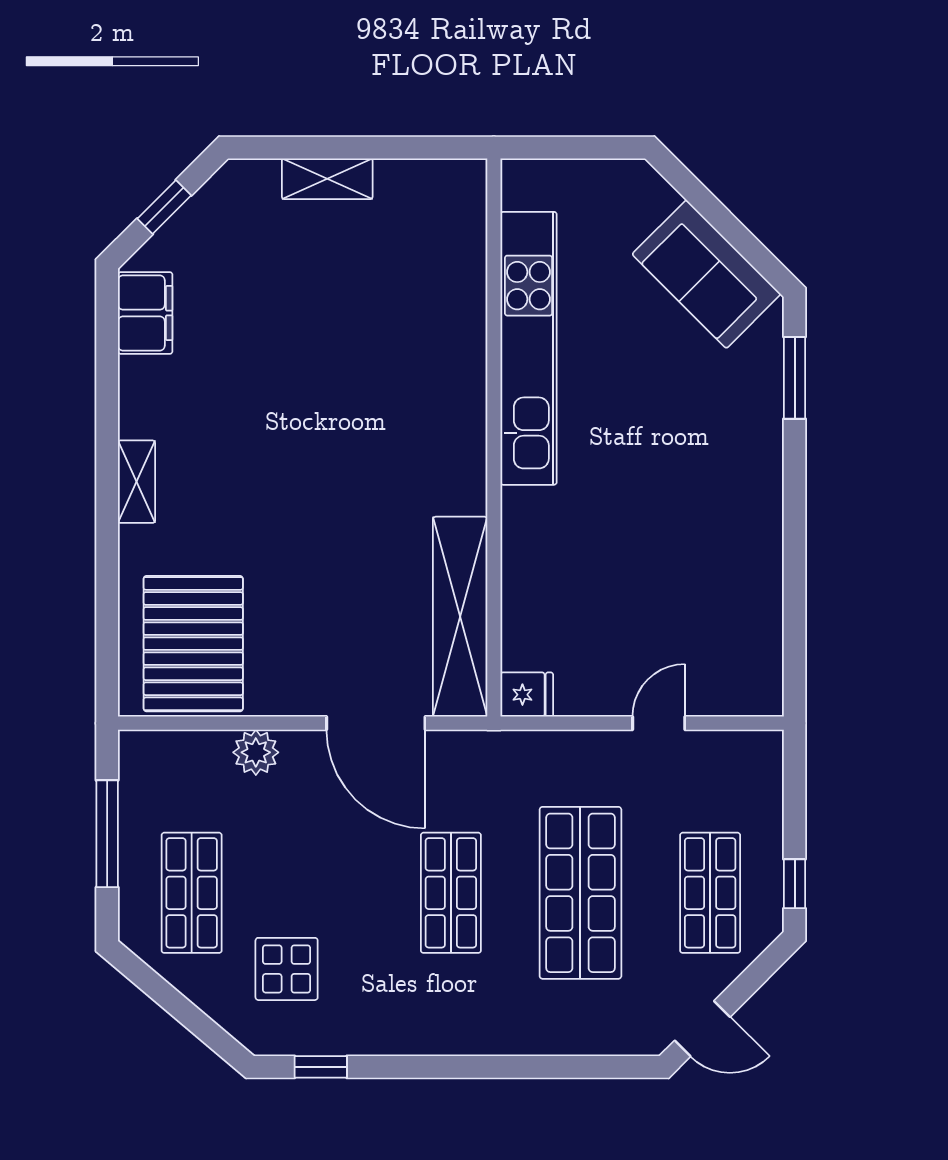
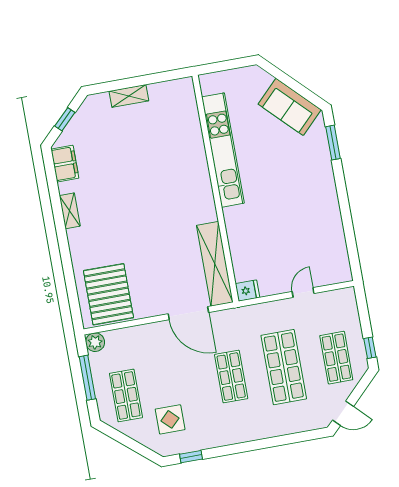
shelving: (137, 482) -> (70, 211), moved
plant: (256, 752) -> (95, 342), moved

